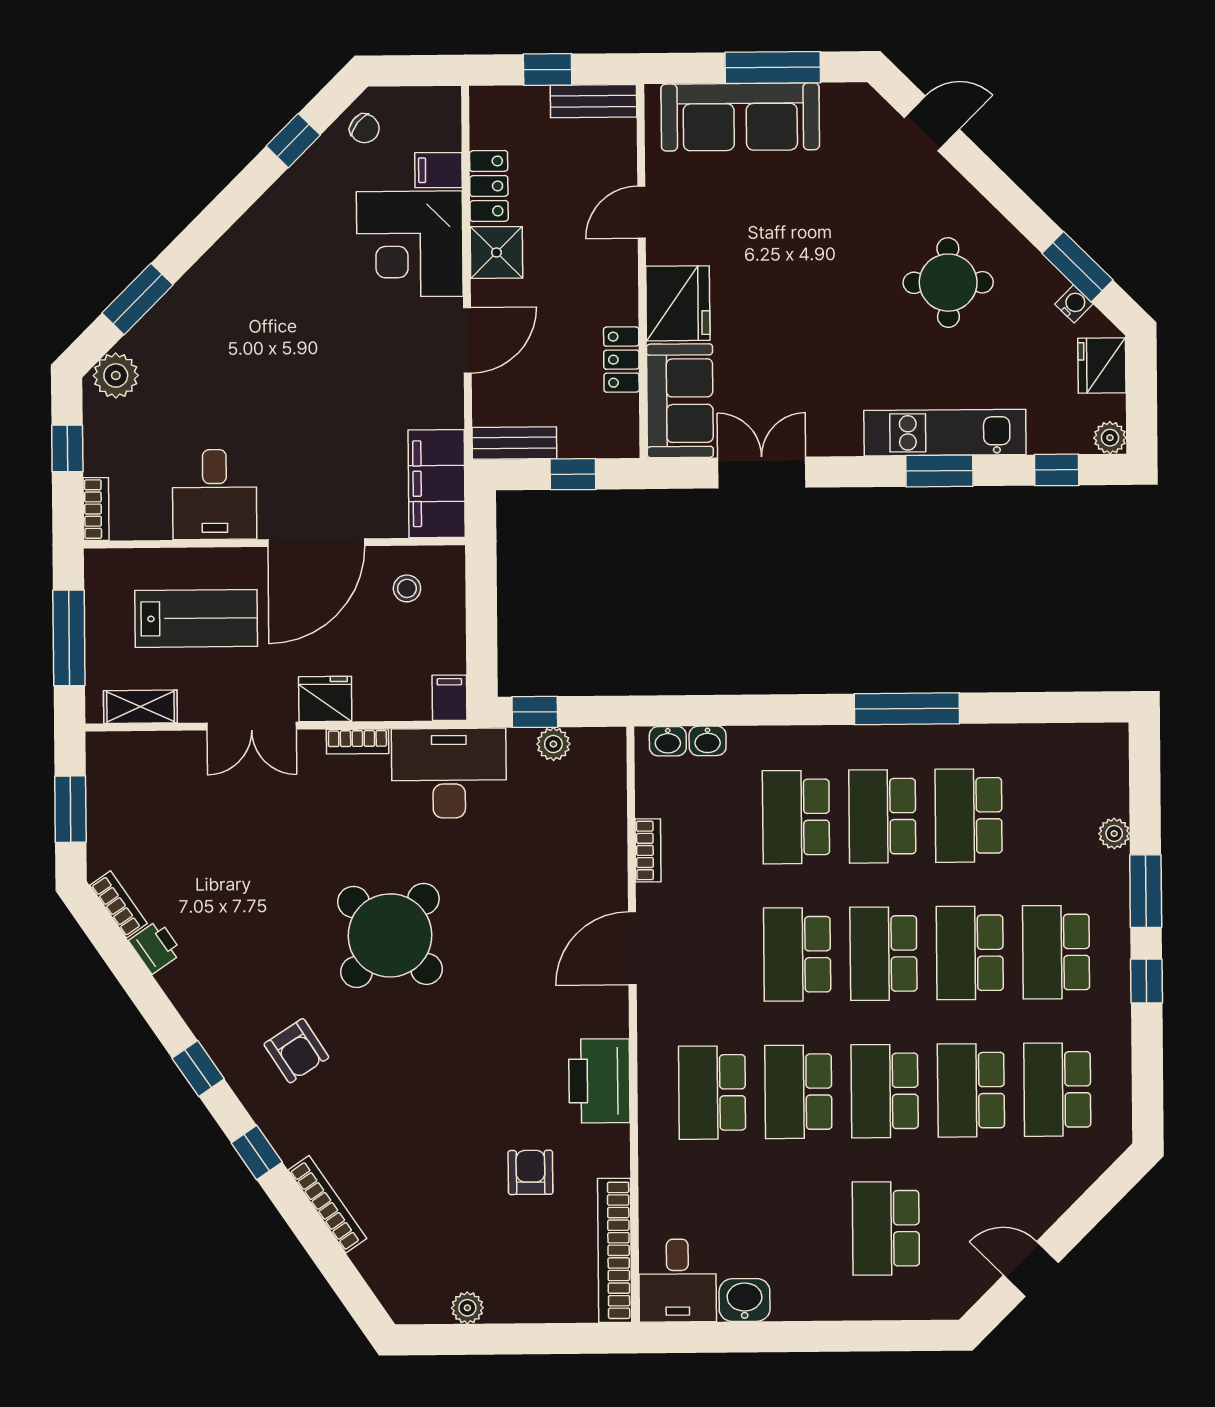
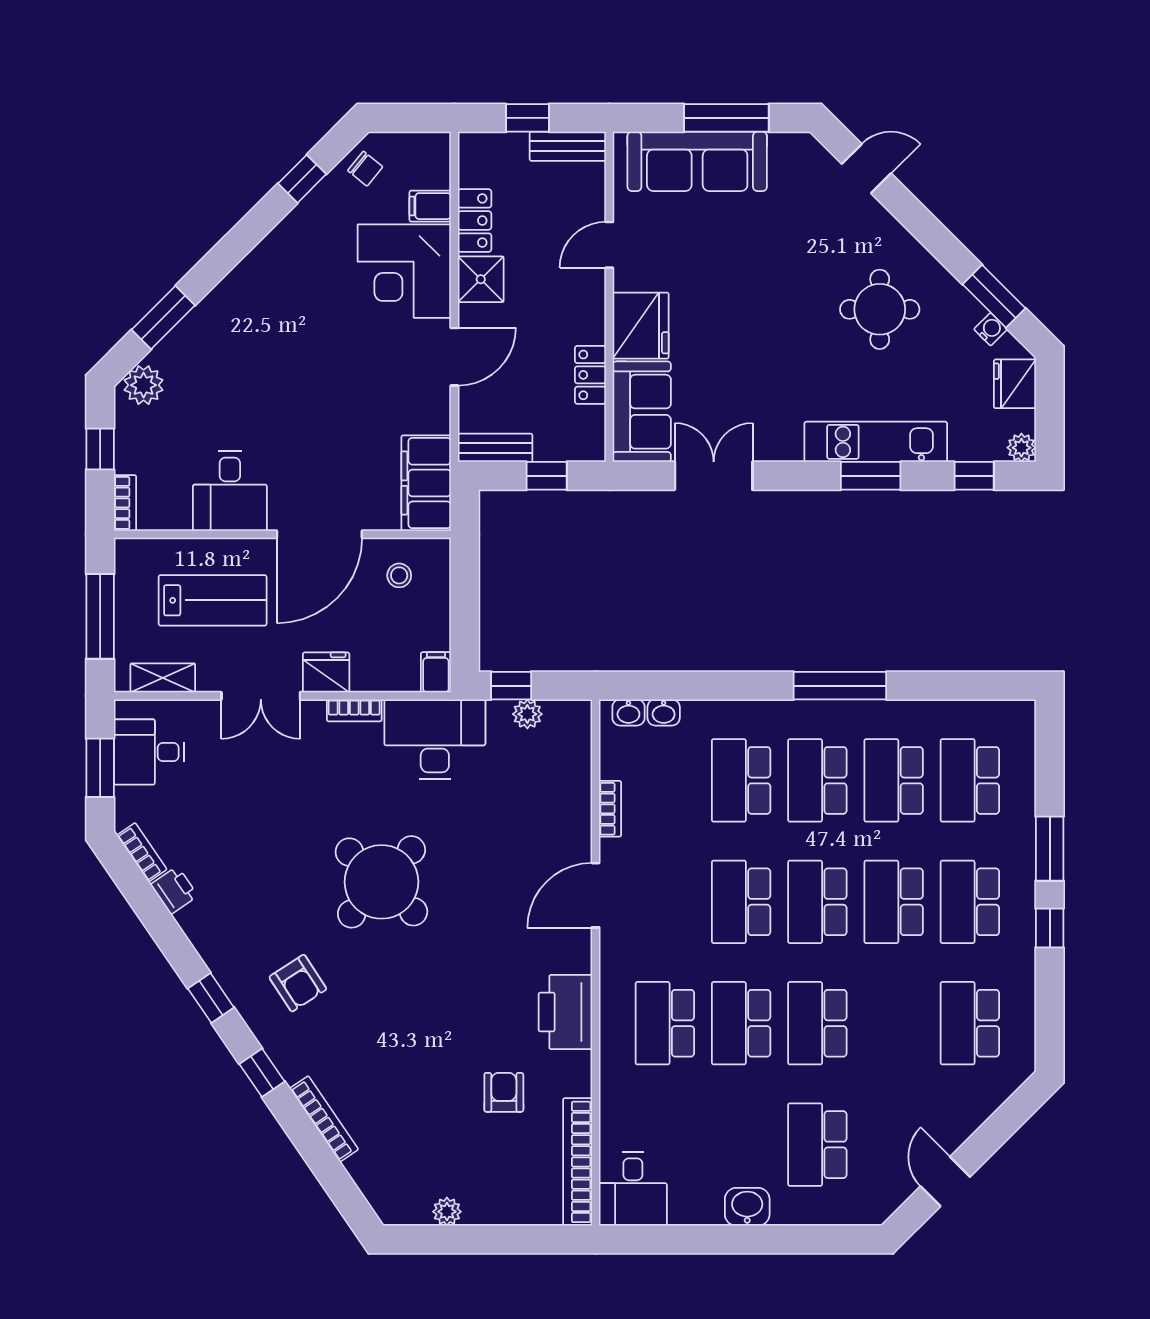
desk: (126, 791) -> (149, 752), added
plant: (1114, 834) -> (1022, 797), removed
school desk: (971, 1090) -> (970, 780), moved
door: (1031, 1269) -> (945, 1182), hinge flipped
washbasin: (745, 1300) -> (747, 1207), moved

